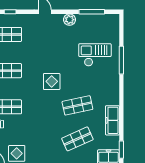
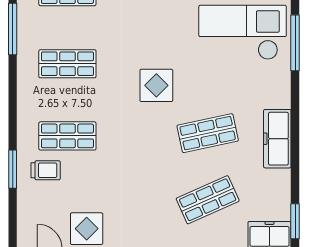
checkout: (95, 55) -> (243, 32), width x1.36, depth x1.21
freezer: (112, 120) -> (277, 139), moved

